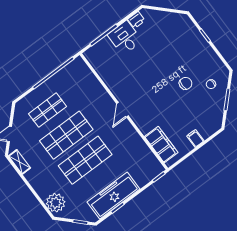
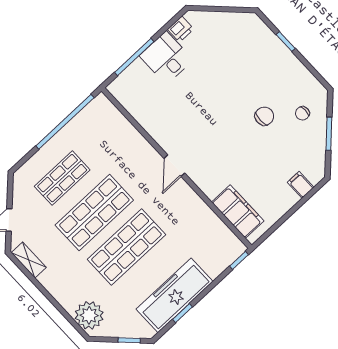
filing cabinet: (195, 138) -> (301, 185), moved

